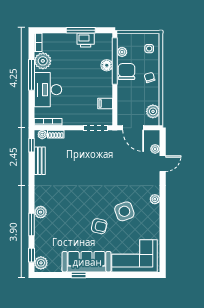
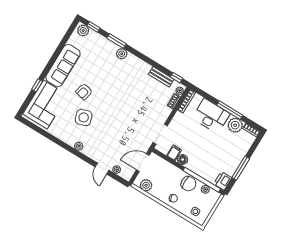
printer: (86, 40) -> (223, 181), moved
floor lamp: (107, 65) -> (183, 160), moved
window: (79, 275) -> (37, 85), moved

